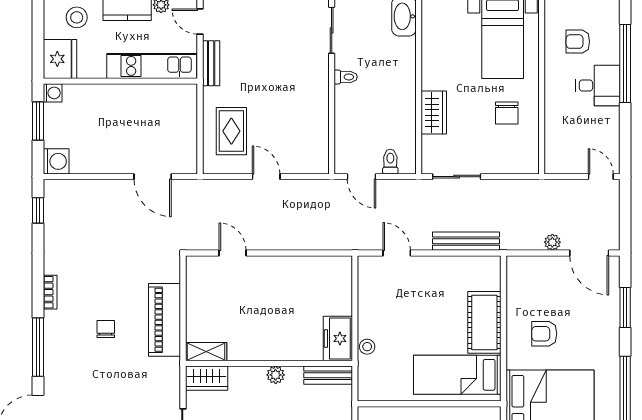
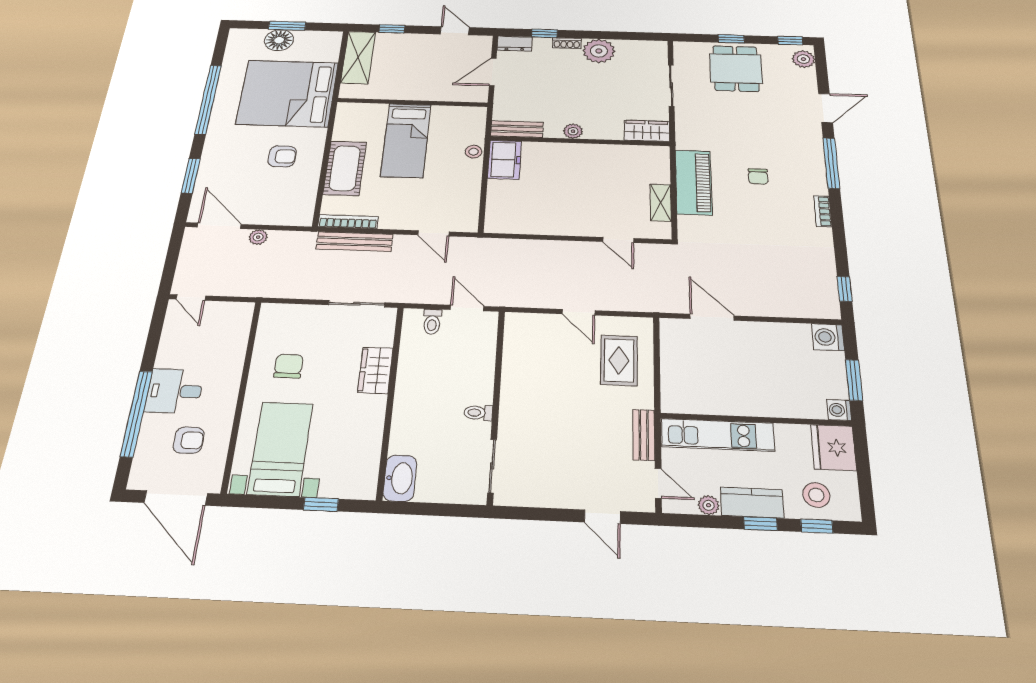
bookcase: (474, 262) -> (348, 222), added
shelving: (206, 352) -> (661, 203), moved, turned 90
bed: (457, 375) -> (406, 140), moved, turned 90

